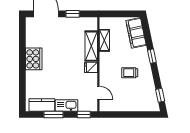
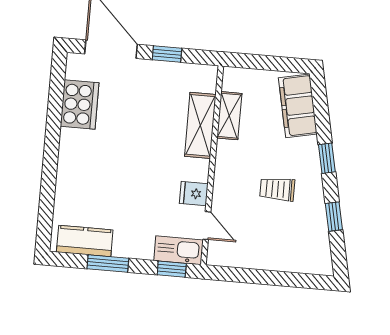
cooker: (34, 59) -> (80, 104), moved
fridge: (91, 67) -> (194, 194), moved
window: (160, 95) -> (334, 217), moved
kitchen sink: (67, 105) -> (179, 250), moved

